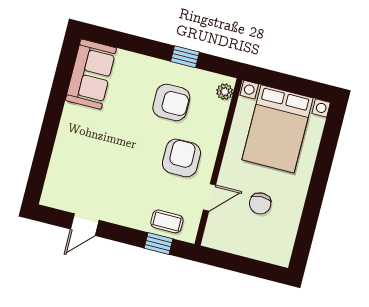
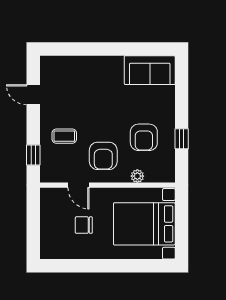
plant: (225, 92) -> (137, 176), moved
armchair: (181, 158) -> (103, 156), turned 90
coffee table: (167, 221) -> (64, 136), moved, turned 90

